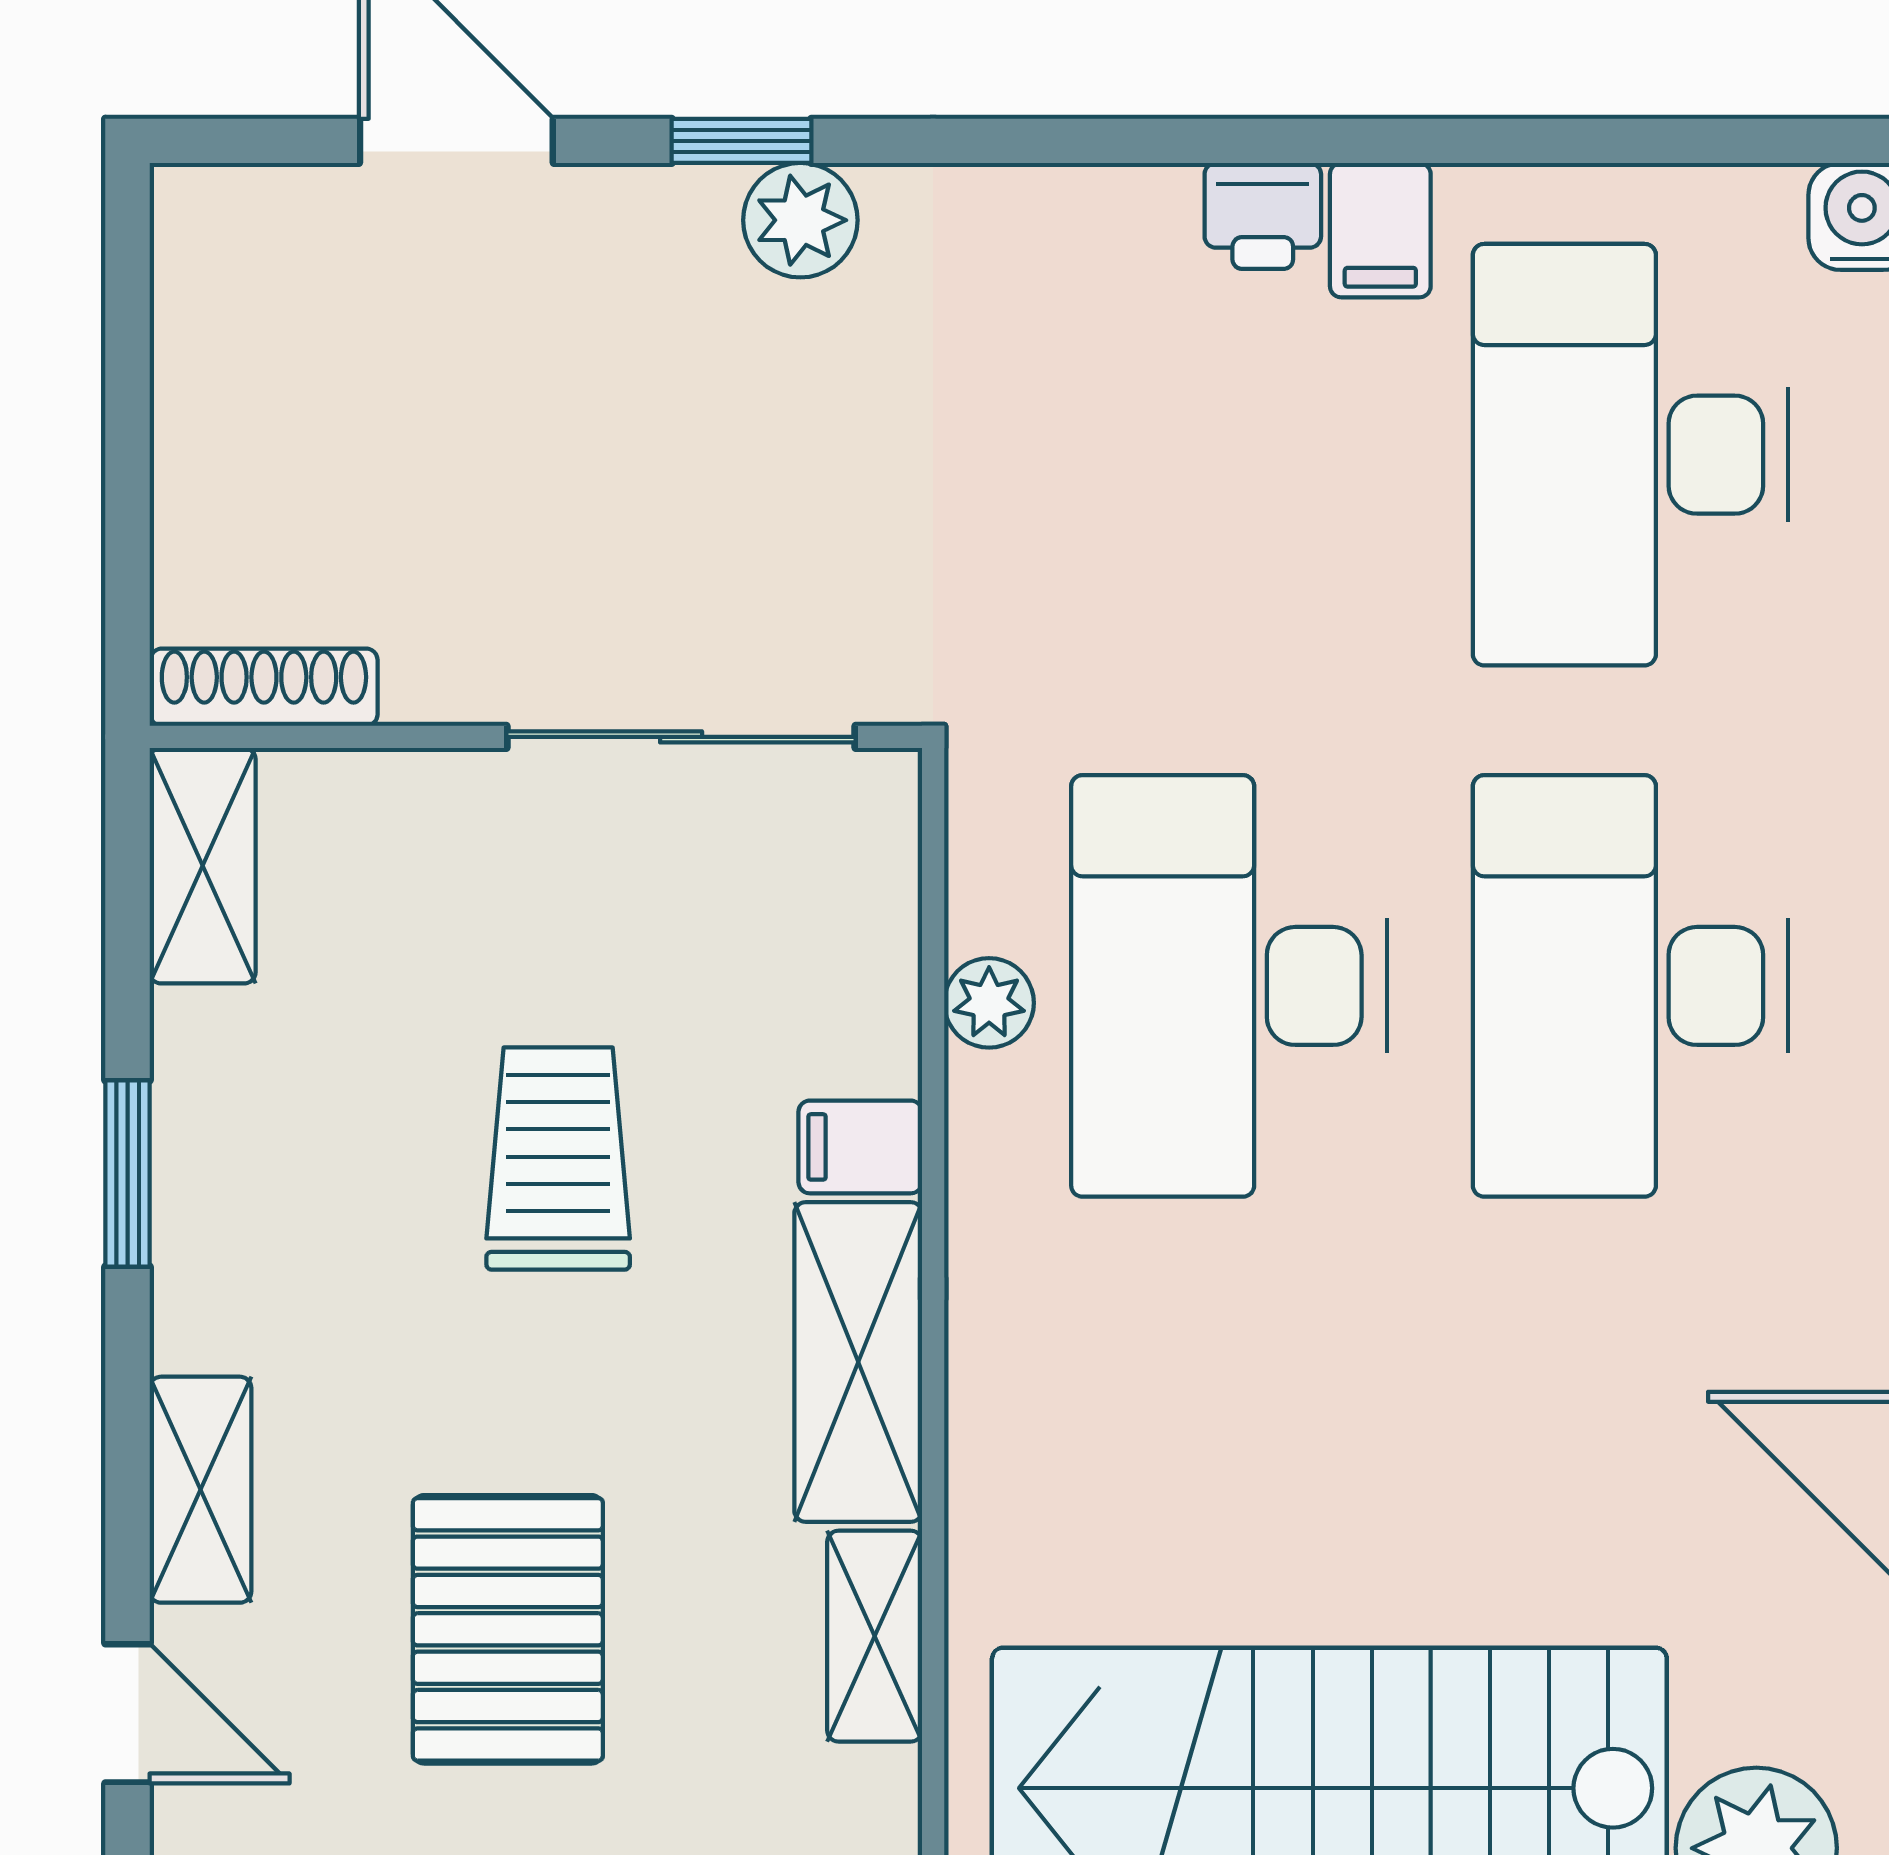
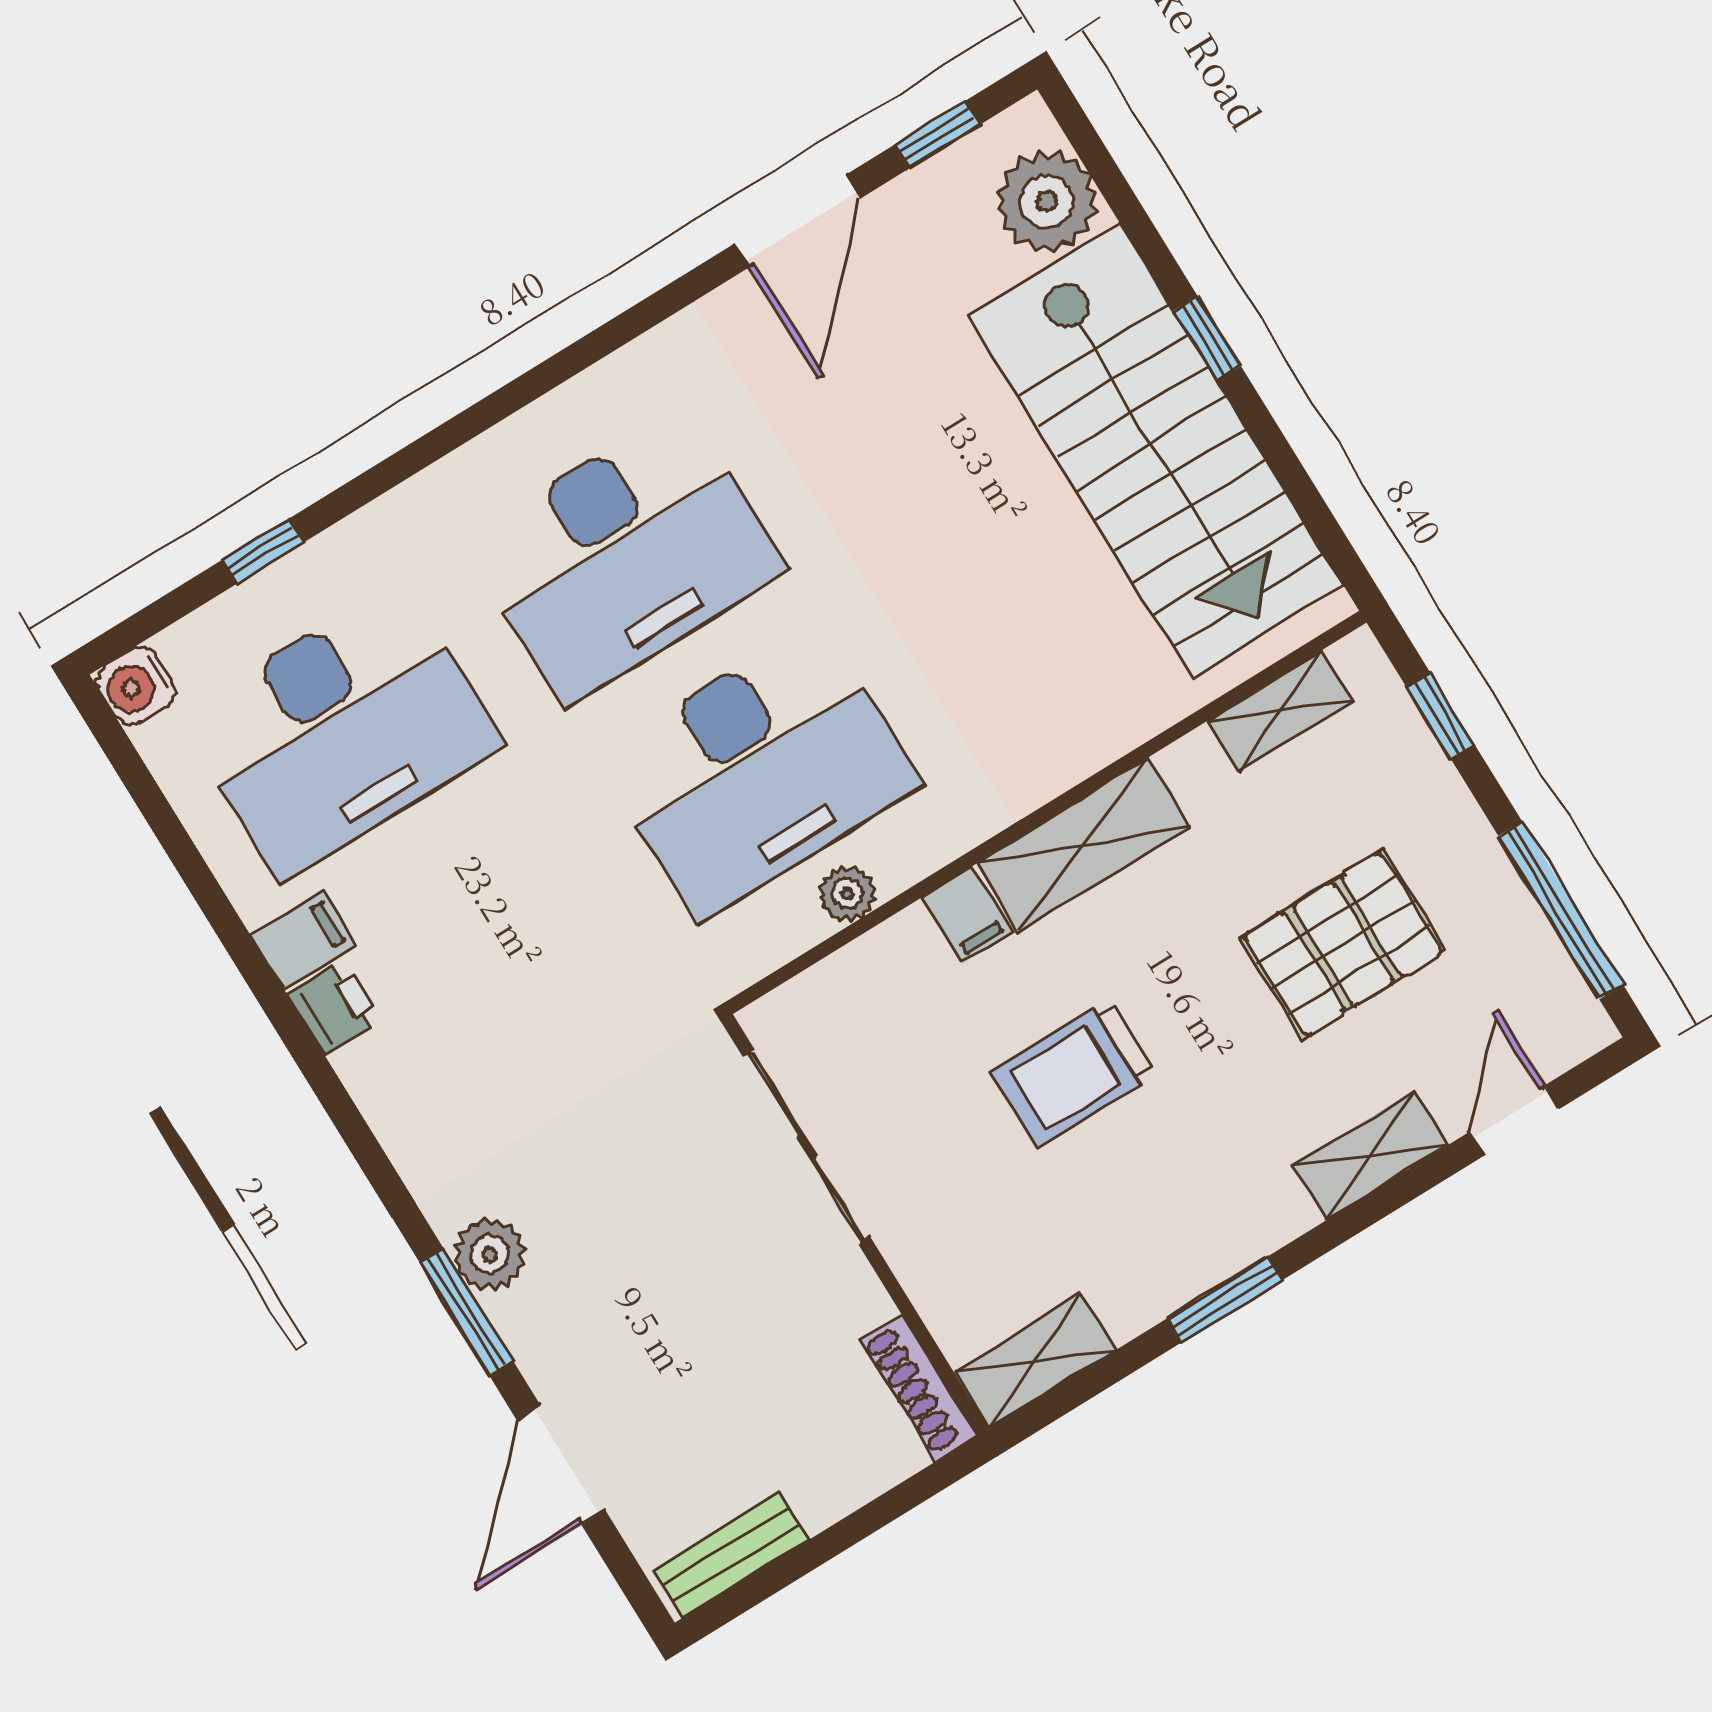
window: (742, 141) -> (467, 1312), width x1.50
bench: (194, 295) -> (731, 1555), added
shelving: (875, 1636) -> (1280, 711), moved

